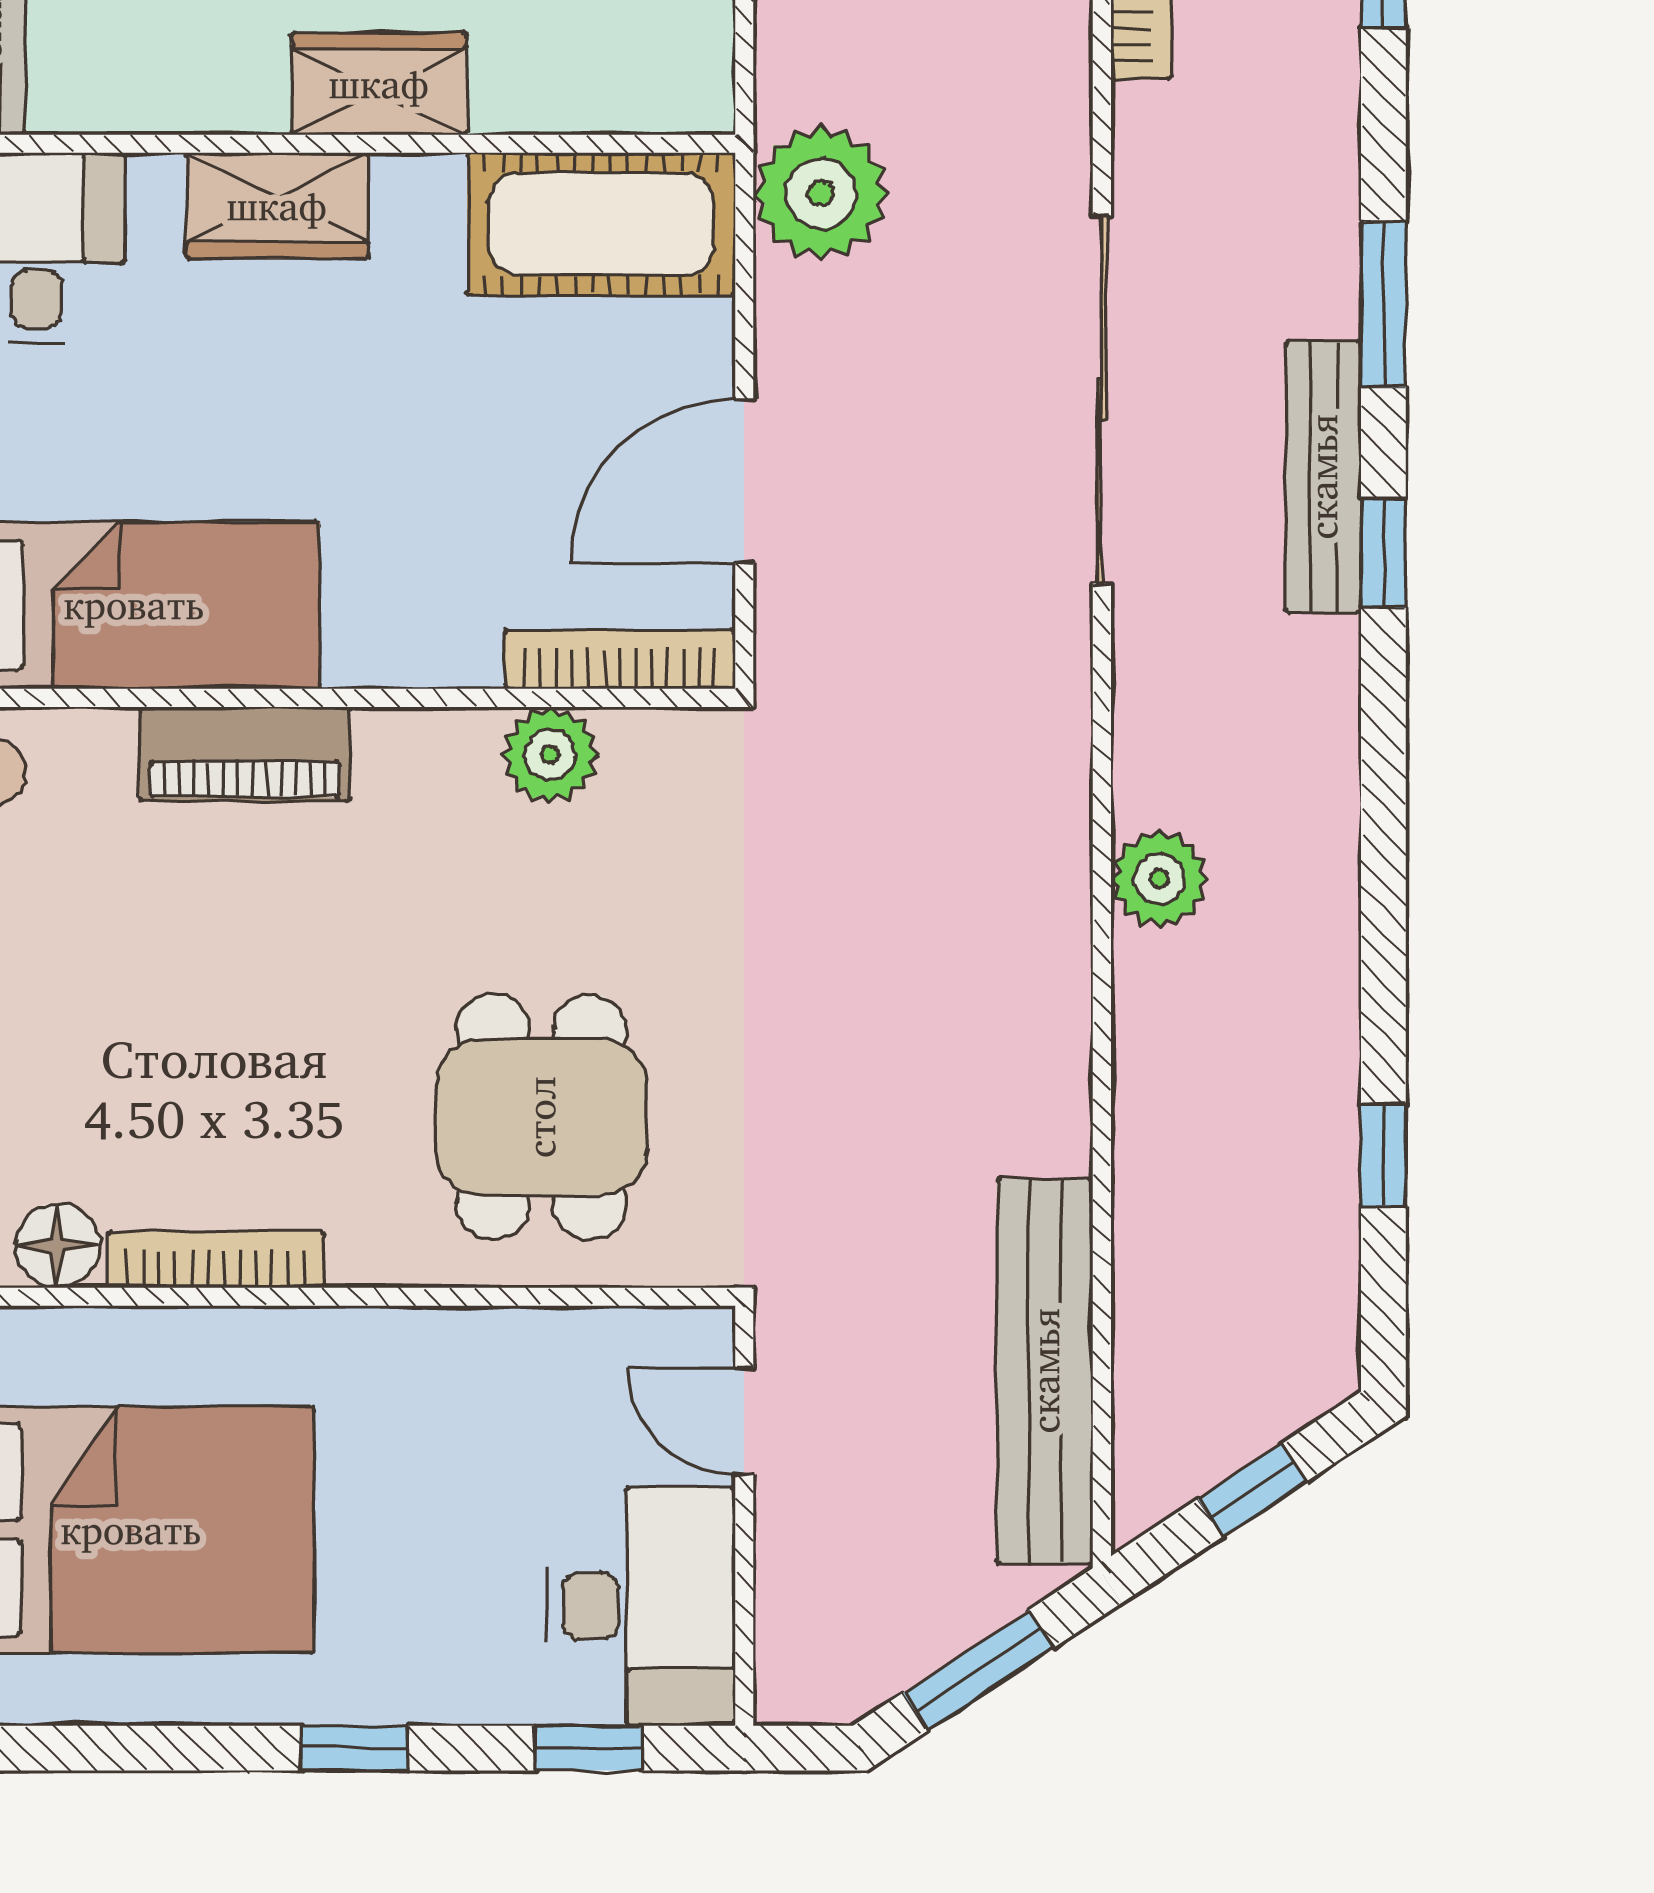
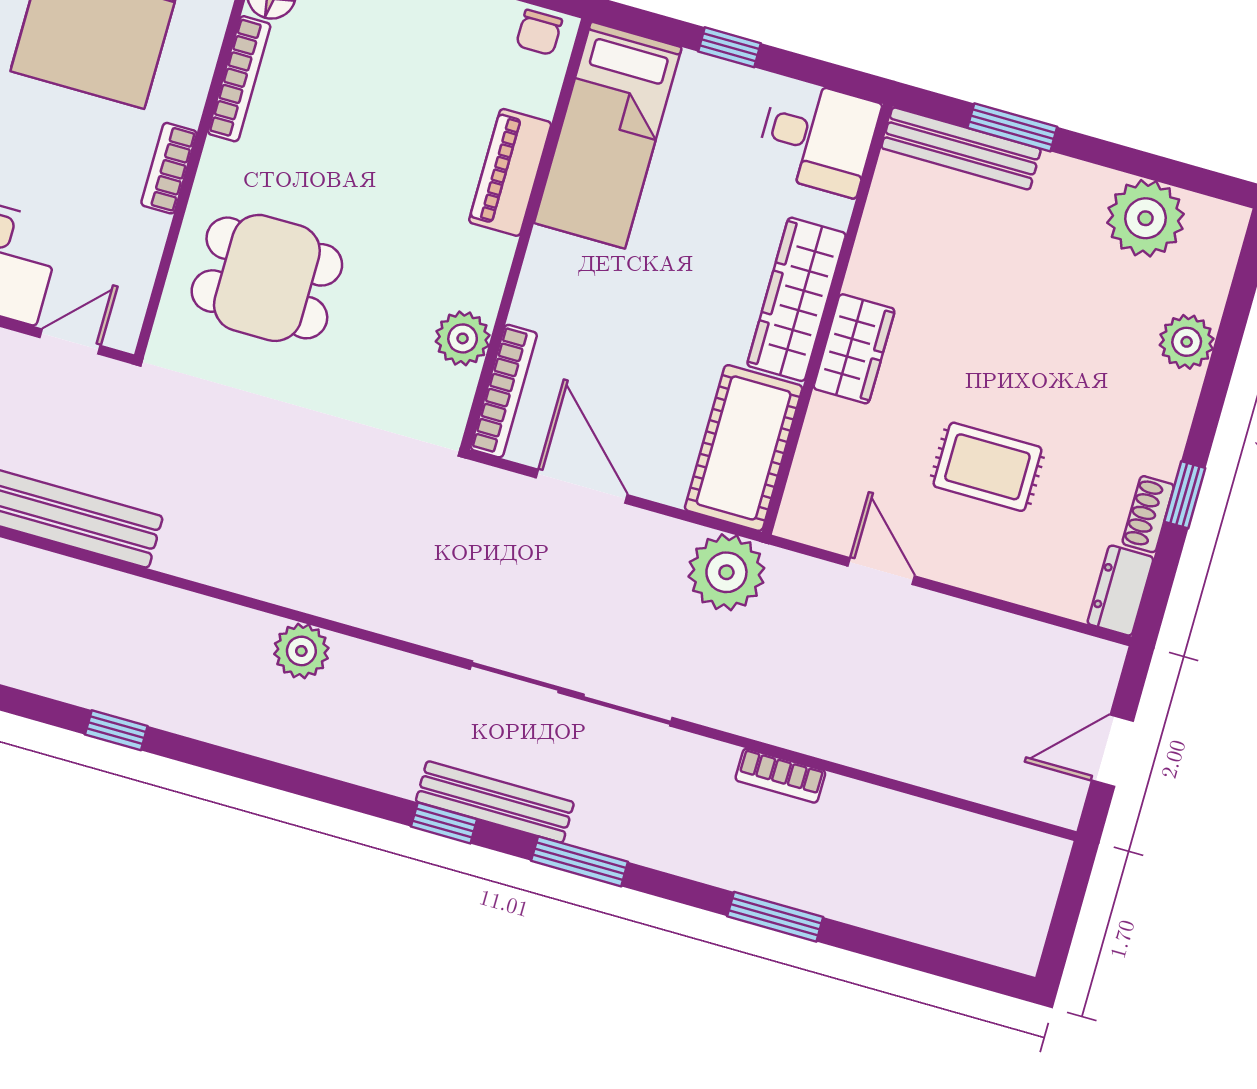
wardrobe: (277, 206) -> (796, 299), width x1.50
bookcase: (402, 1336) -> (169, 168), added

